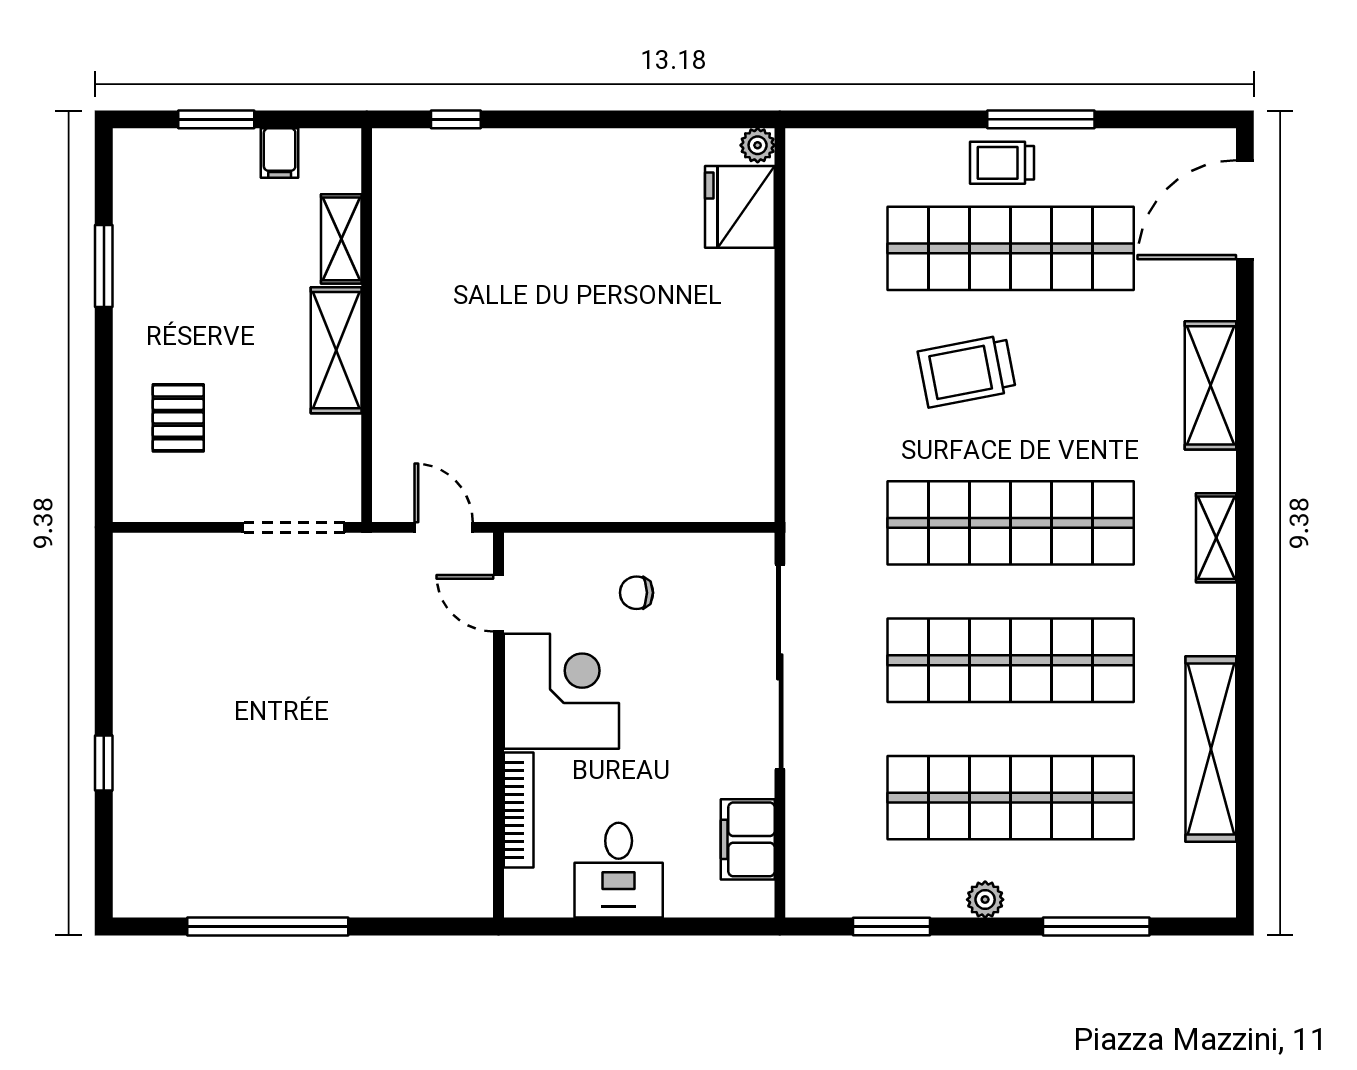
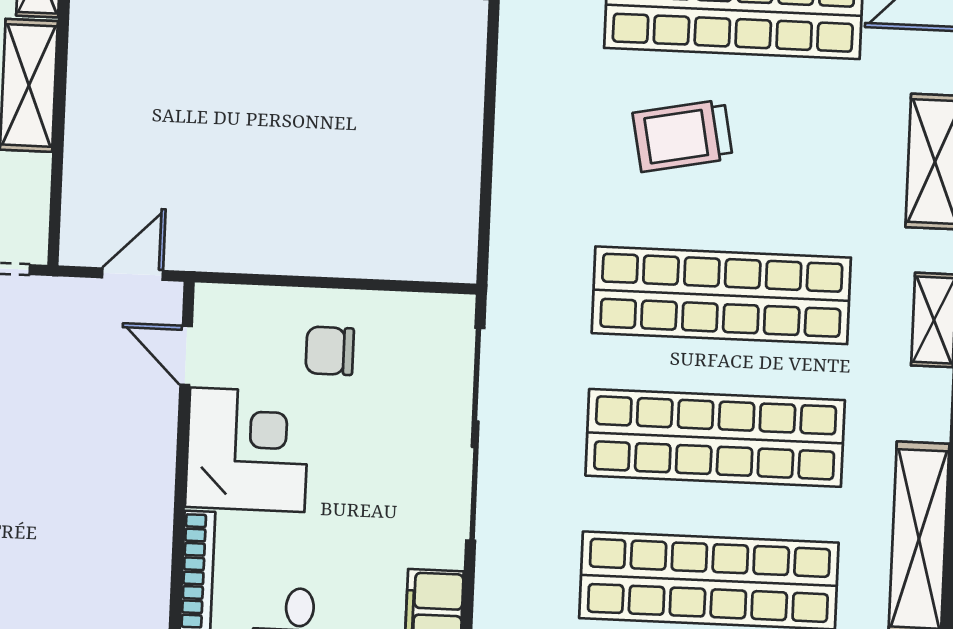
door: (444, 527) -> (132, 274), hinge flipped
chair: (636, 593) -> (330, 351), width x1.37, depth x1.37

